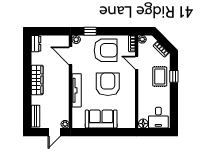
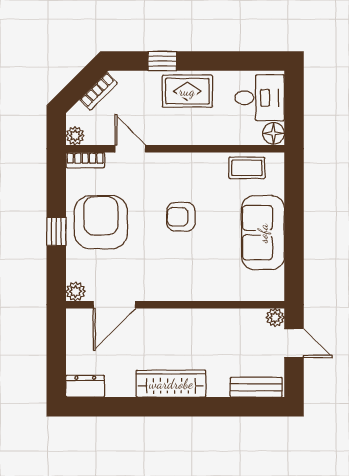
window: (90, 31) -> (56, 231), moved
door: (137, 63) -> (130, 149), swing flipped
rug: (160, 77) -> (187, 91), moved
armchair: (108, 84) -> (181, 217), width x0.53, depth x0.53
tv unit: (77, 90) -> (195, 290), removed
coffee table: (129, 112) -> (247, 168), added

